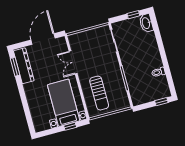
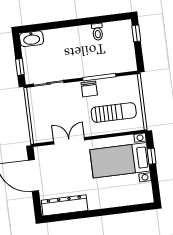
window: (133, 15) -> (20, 67), moved
double door: (73, 62) -> (69, 141), swing flipped
window: (15, 67) -> (64, 217), removed
chair: (114, 72) -> (89, 89), added

